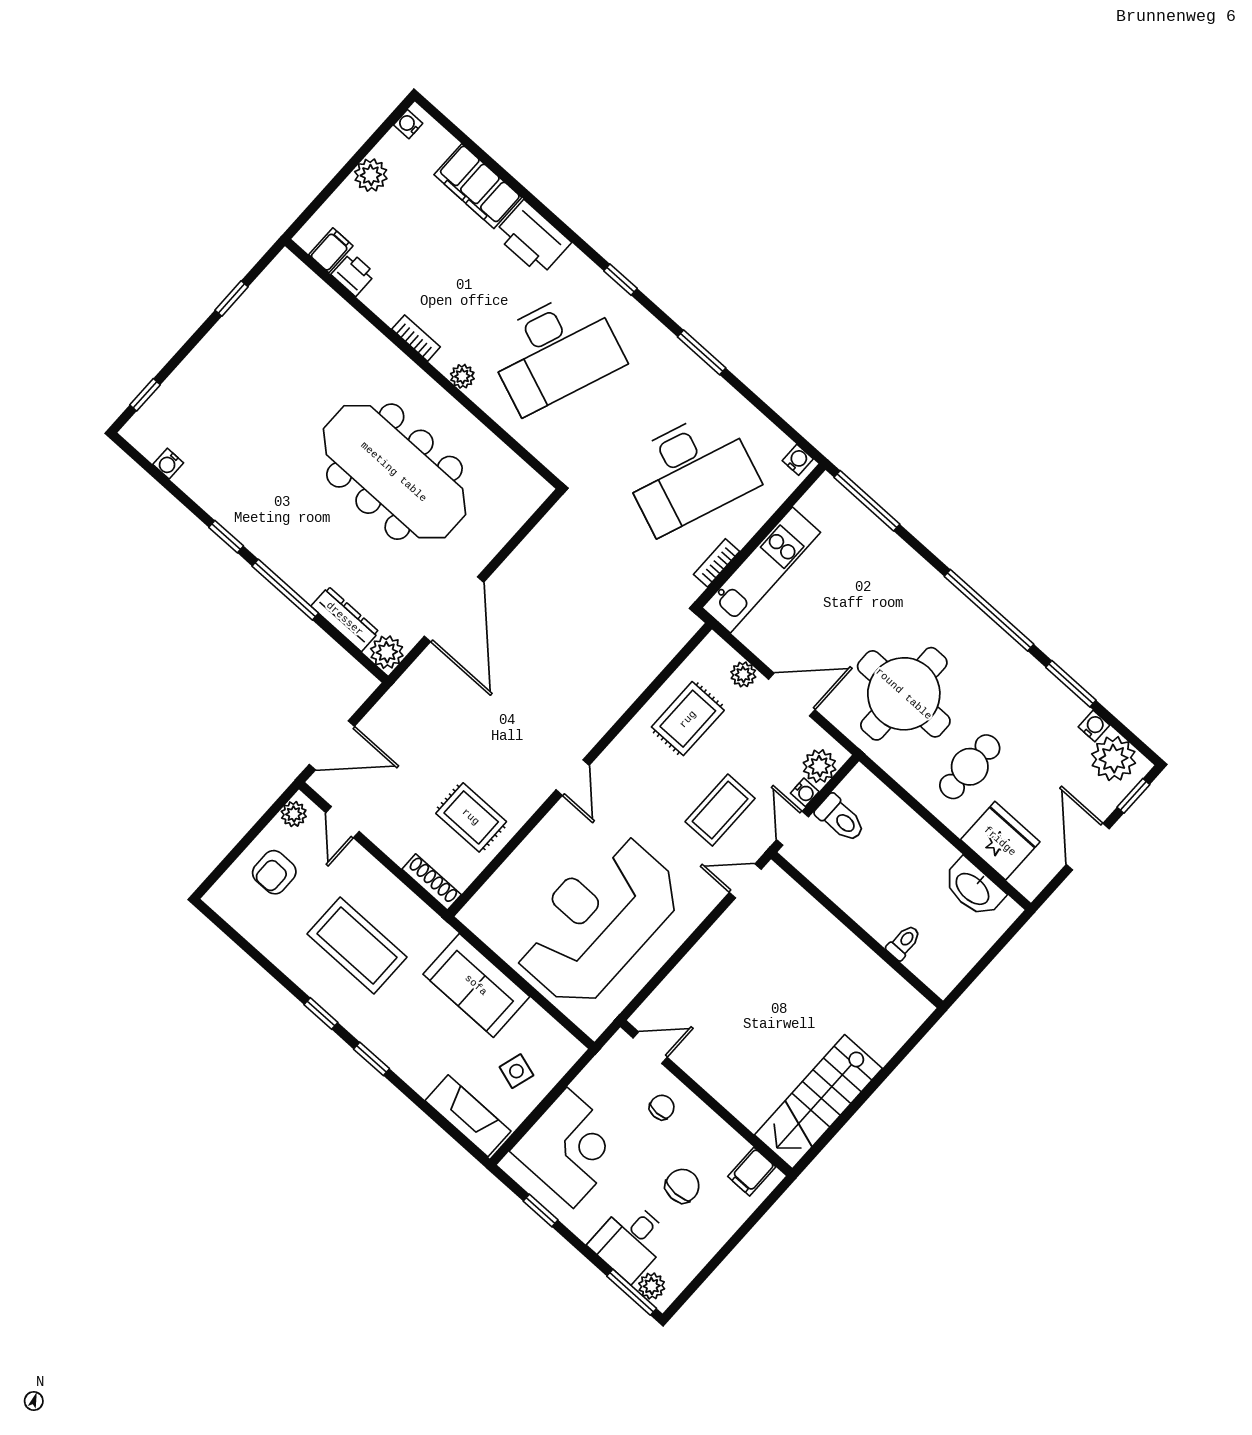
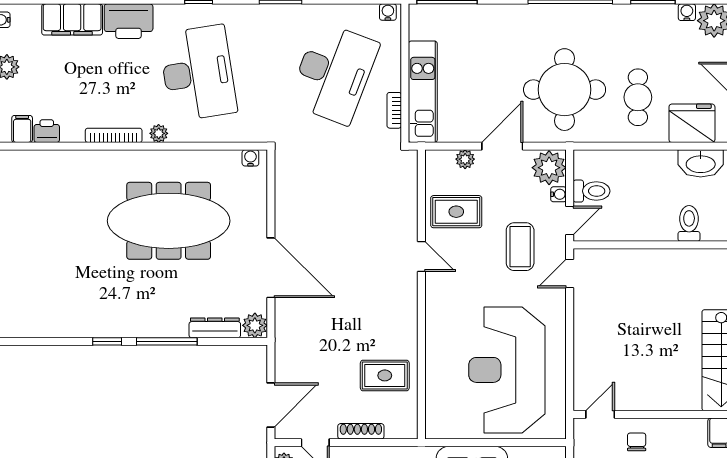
bookcase: (416, 338) -> (114, 135), width x1.56
desk: (555, 351) -> (198, 73), turned -30
water cooler: (168, 464) -> (250, 158), moved, turned 180
rug: (688, 719) -> (456, 212), turned 90
plant: (819, 766) -> (549, 168), width x1.36, depth x1.36
door: (573, 778) -> (421, 256), moved
door: (792, 828) -> (570, 220), swing flipped
shoe rack: (432, 882) -> (361, 431), moved
toilet: (904, 942) -> (689, 223), width x1.37, depth x1.39

